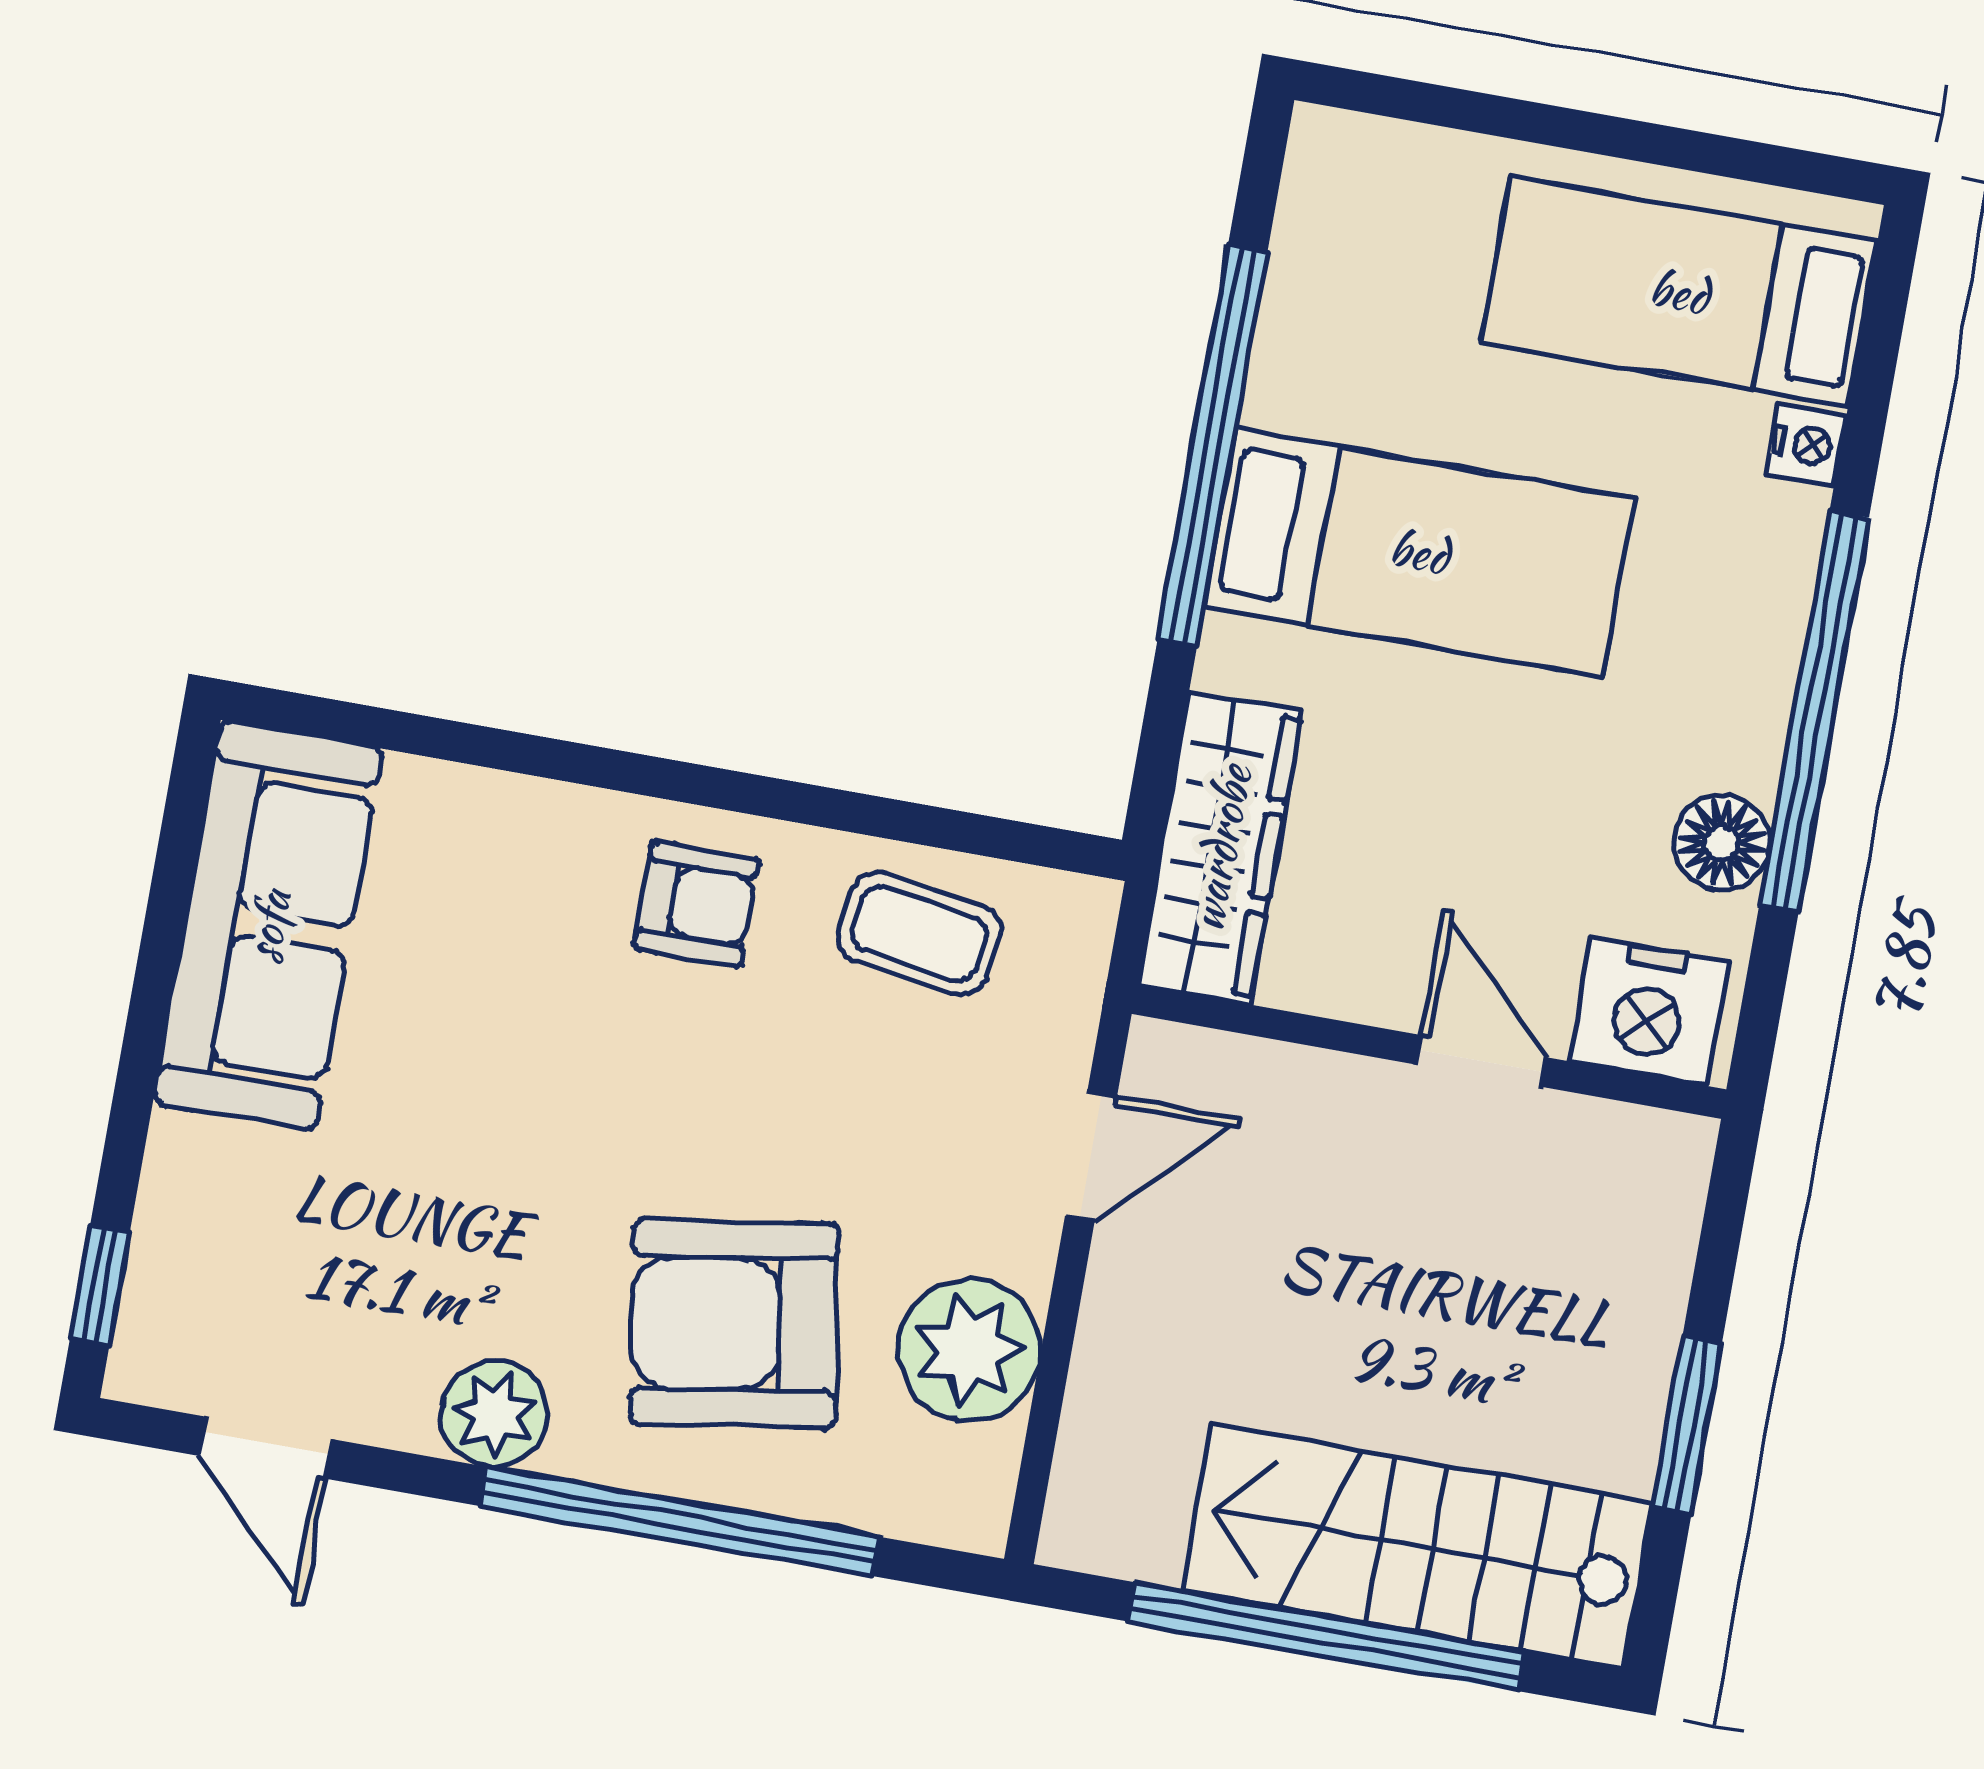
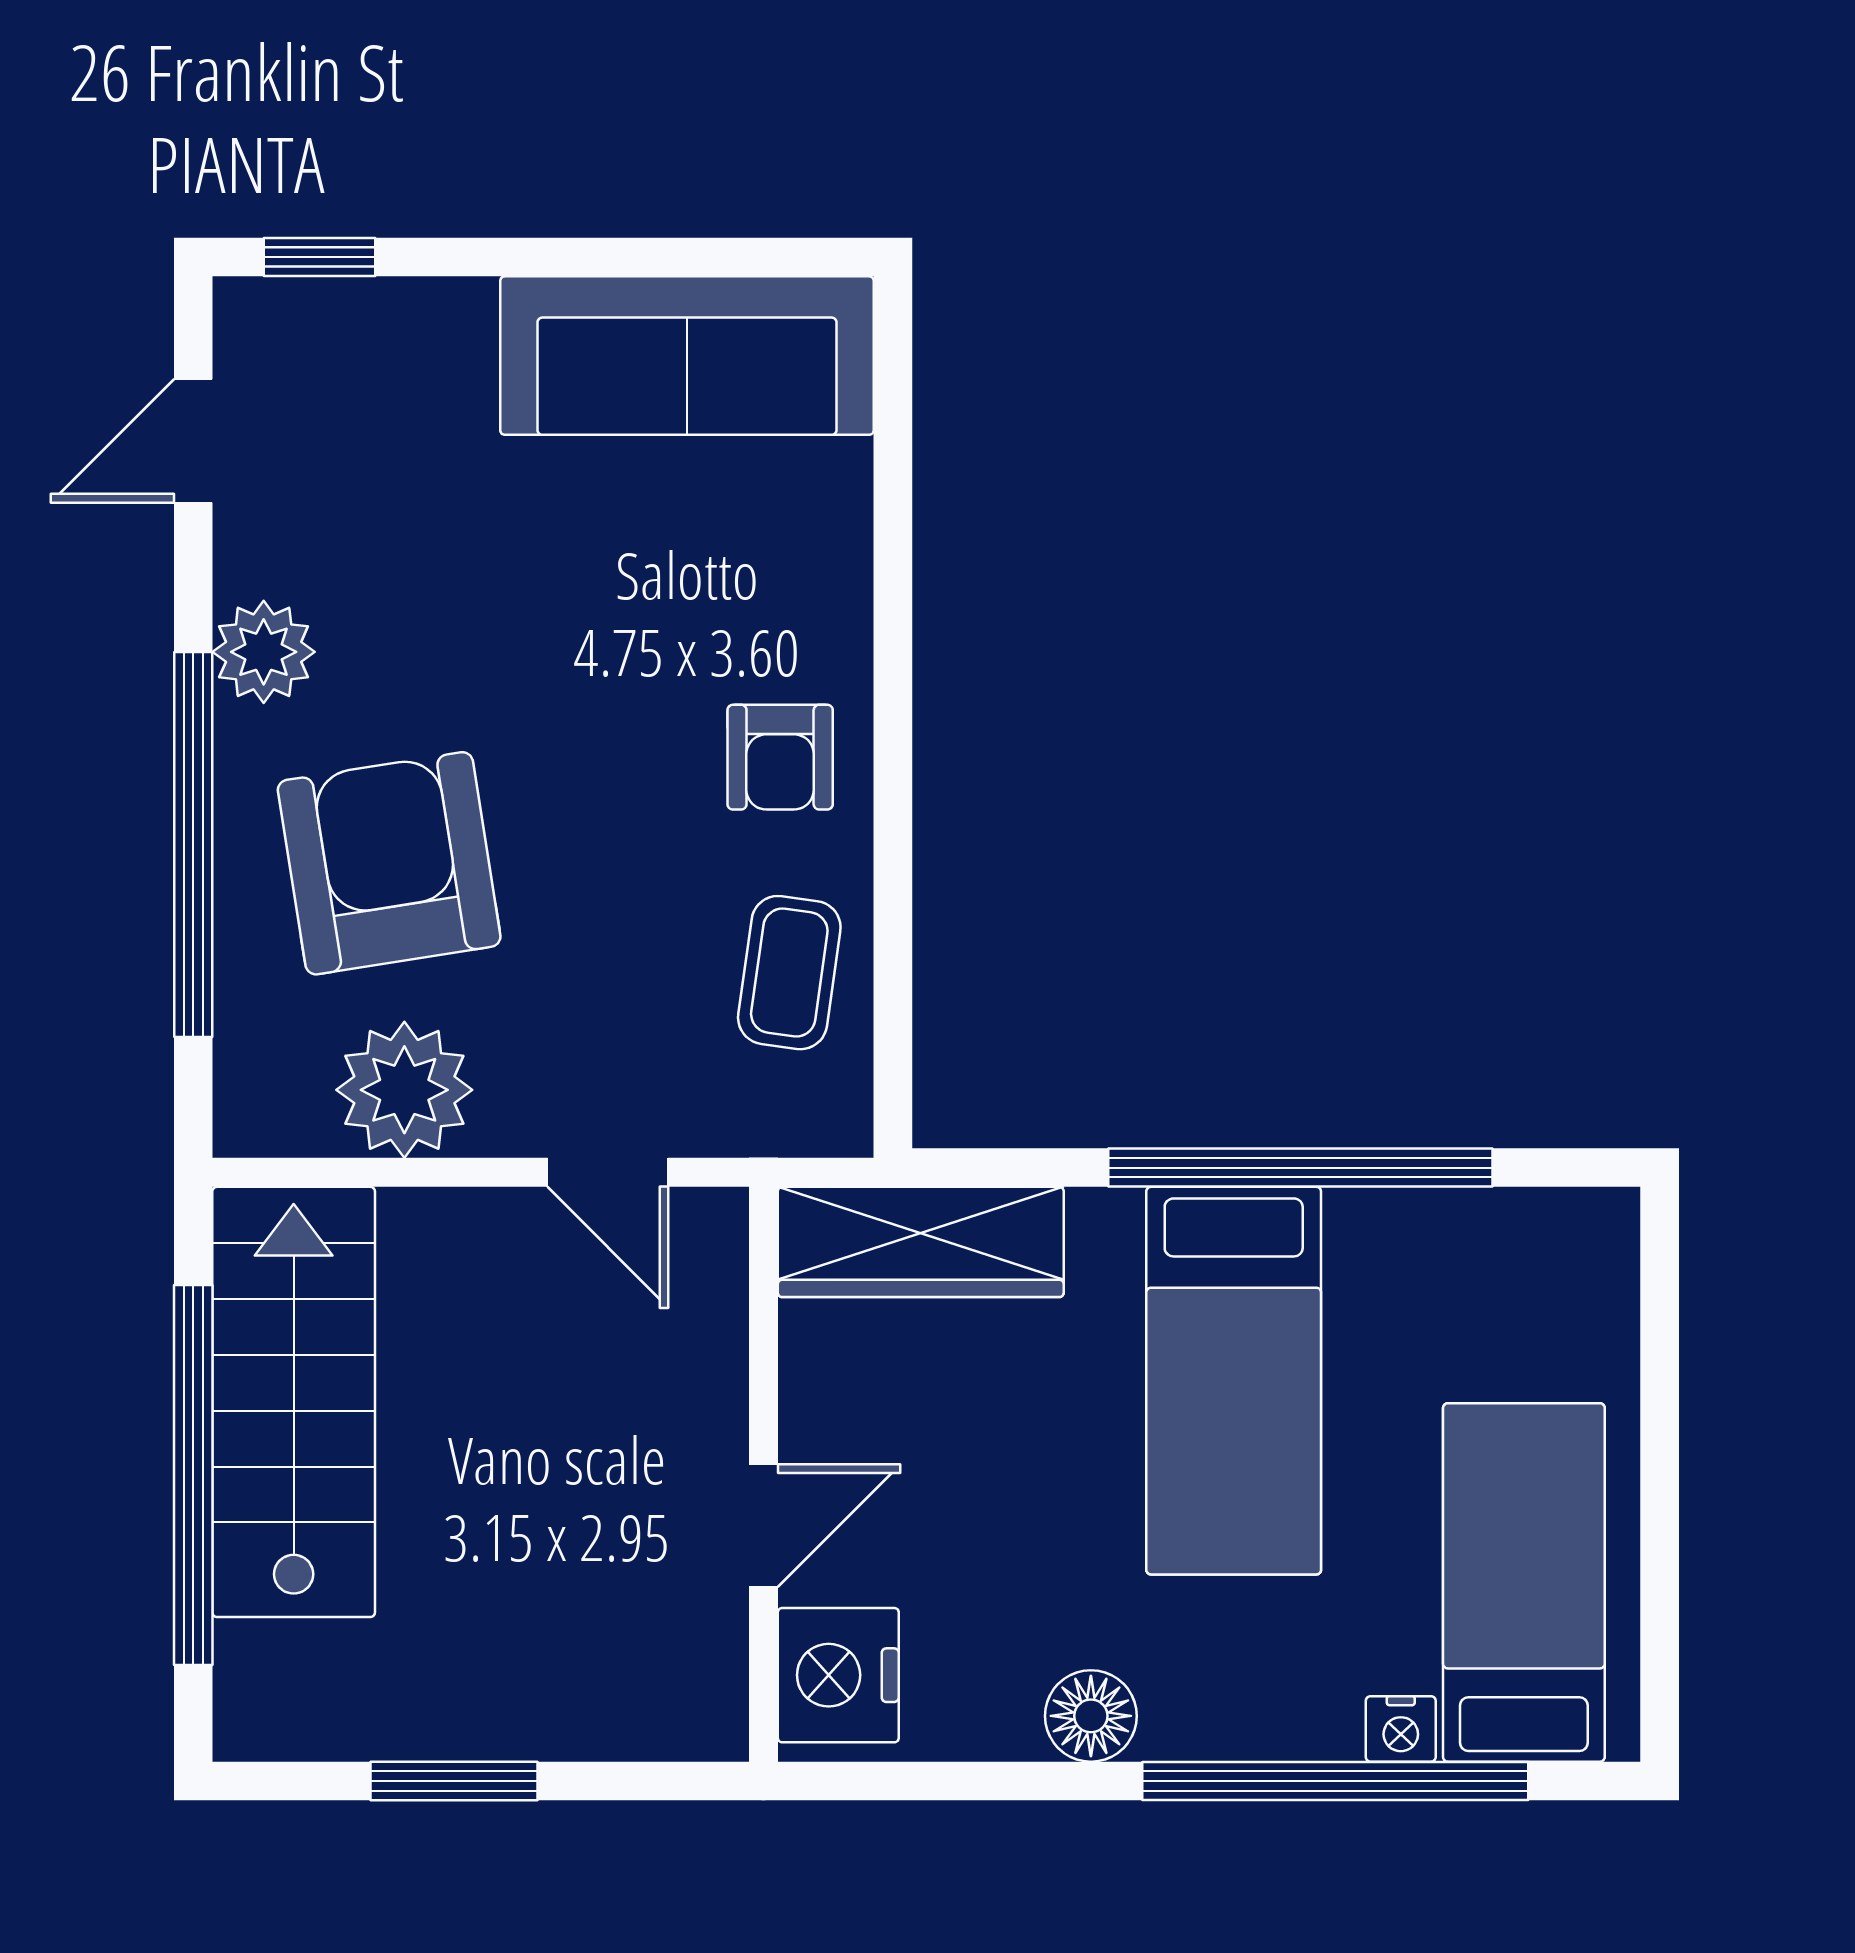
window: (1814, 712) -> (1335, 1781), moved
floor lamp: (1722, 843) -> (1091, 1716), moved
stairs: (1417, 1547) -> (294, 1402), moved

